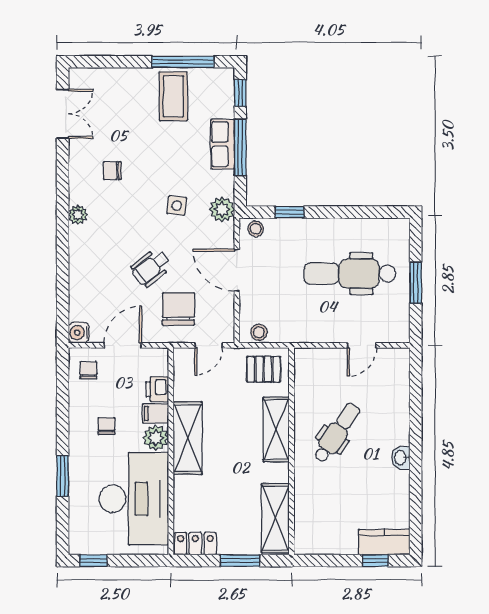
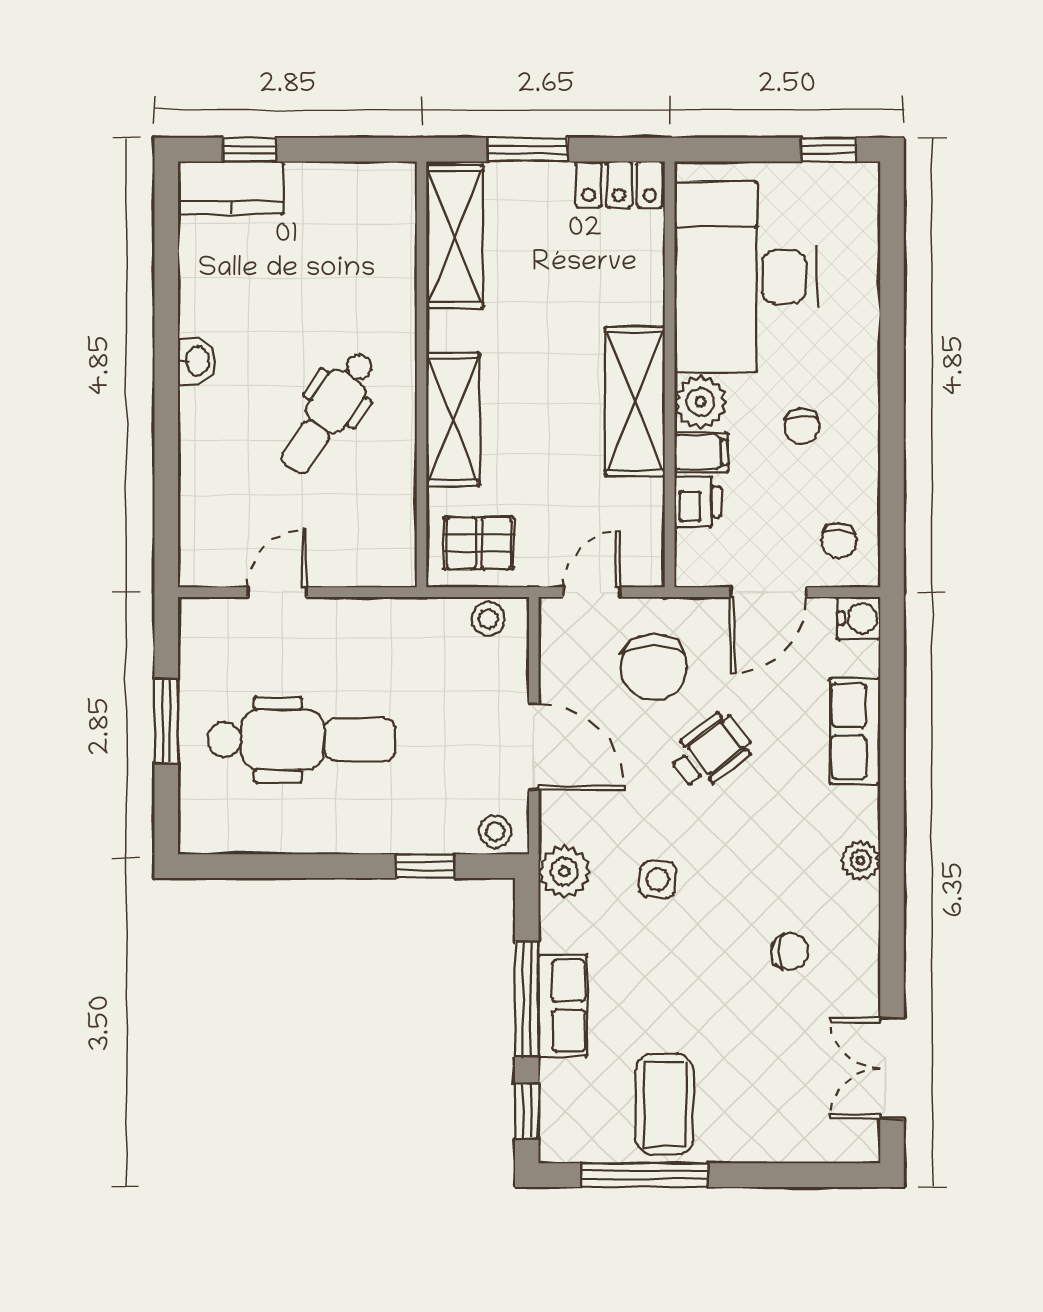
row of seats: (81, 278) -> (855, 731), added
window: (63, 476) -> (892, 324), removed

